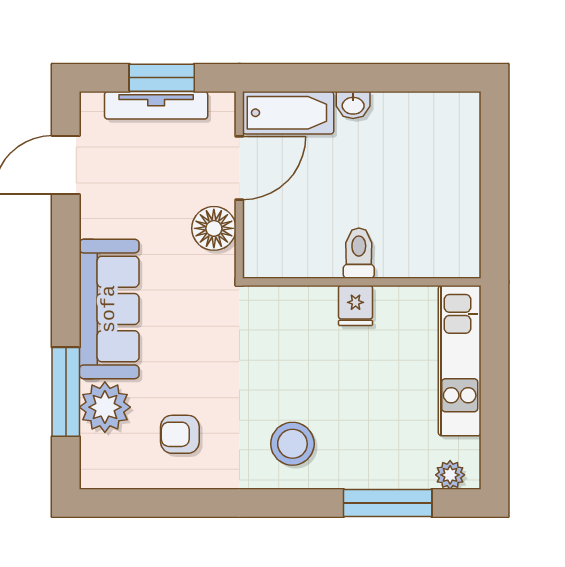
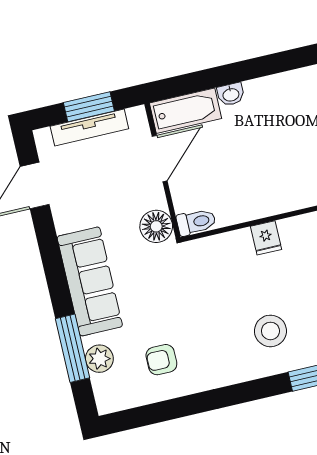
floor lamp: (214, 228) -> (156, 226), moved
toilet: (359, 253) -> (196, 222), moved, turned 90
plant: (105, 407) -> (99, 359), width x0.73, depth x0.73
stool: (292, 444) -> (270, 331), moved

